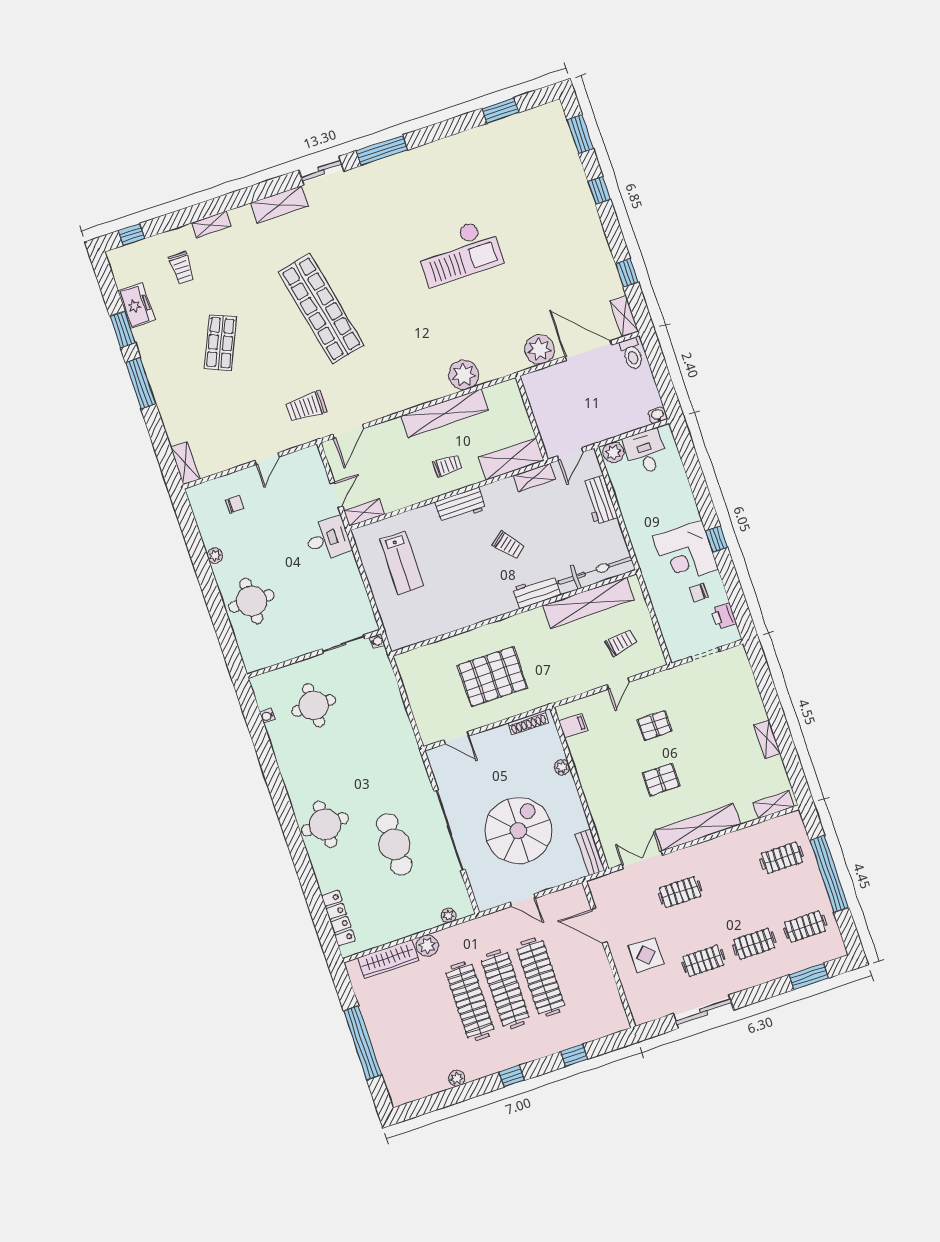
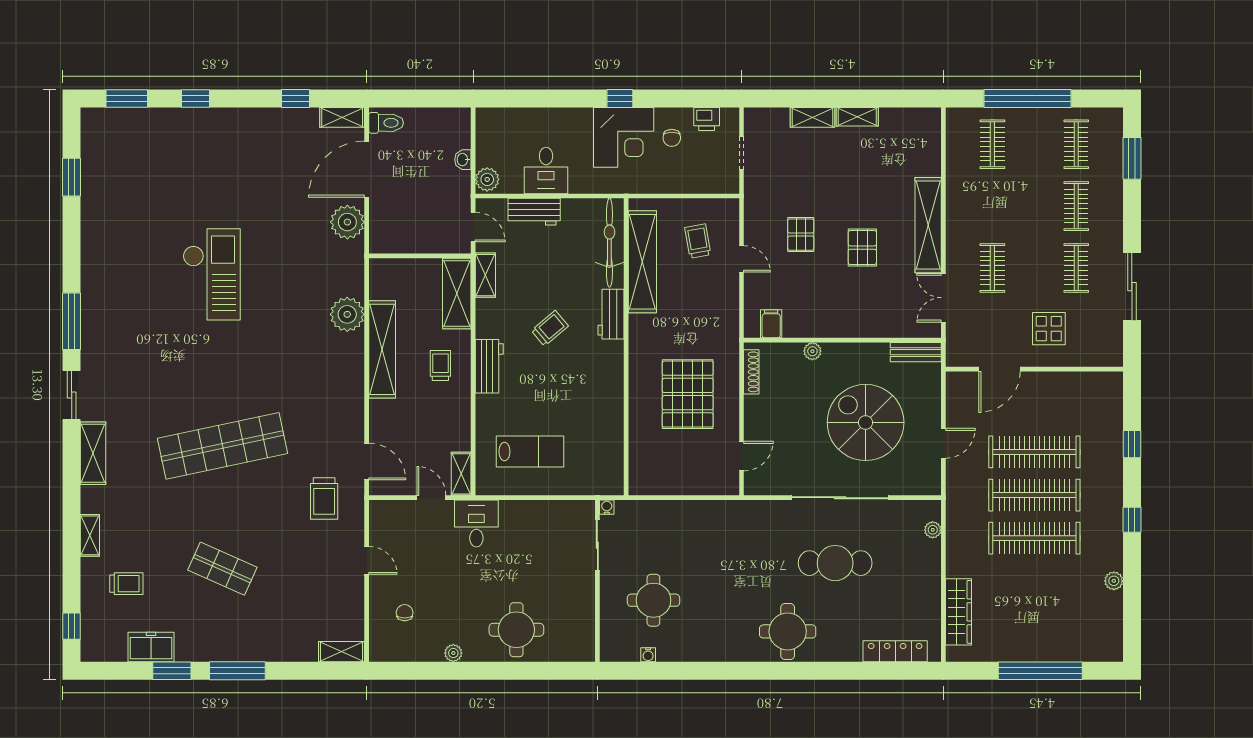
washbasin: (658, 415) -> (463, 160), moved
desk: (645, 452) -> (546, 170), moved, turned -90
shelving: (773, 805) -> (812, 117), moved, turned 90
plant: (427, 946) -> (958, 564), removed

